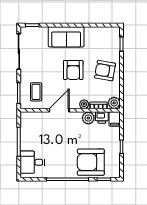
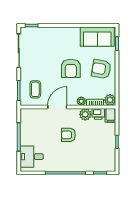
sofa: (66, 37) -> (97, 37), moved
armchair: (91, 162) -> (68, 135), moved, width x0.53, depth x0.53

